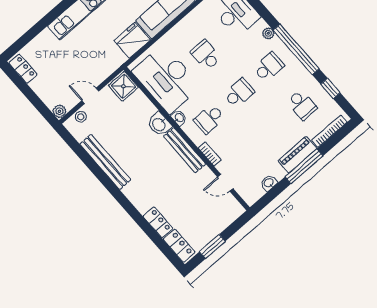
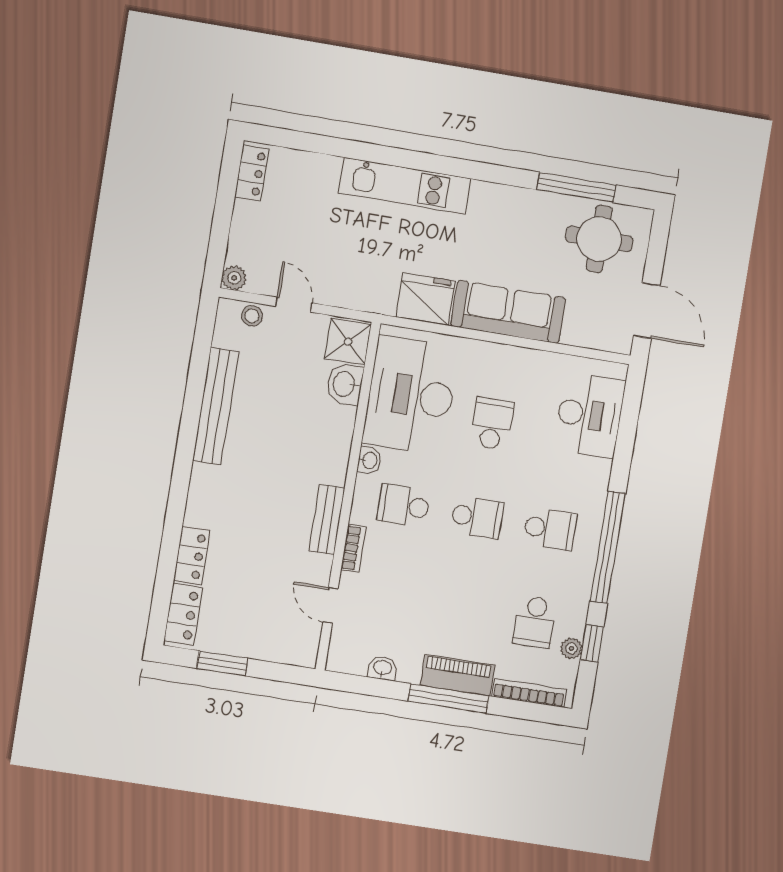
plant: (268, 33) -> (571, 648), moved
washbasin: (159, 124) -> (345, 384), moved
bench: (185, 150) -> (327, 519), width x0.73

